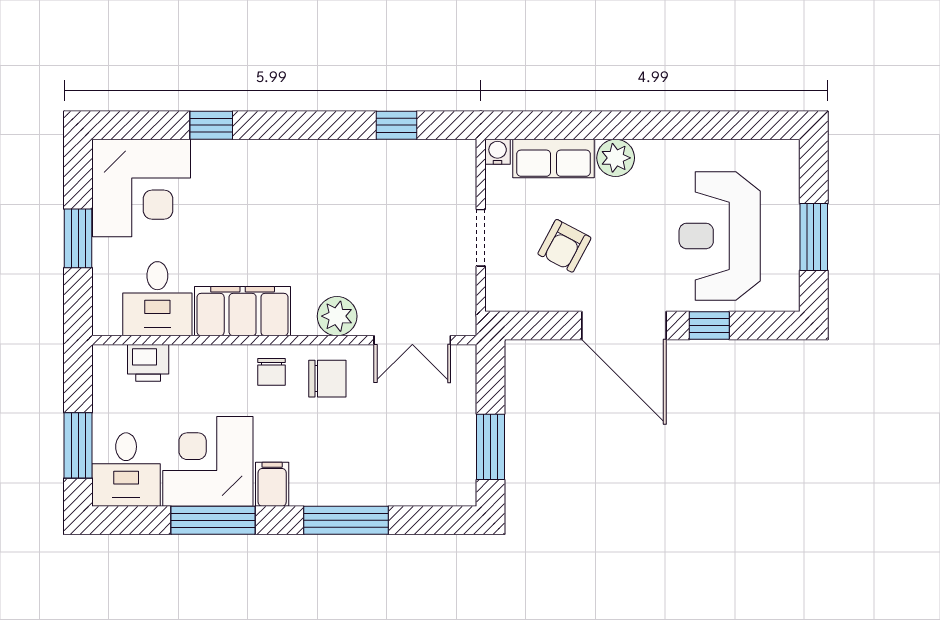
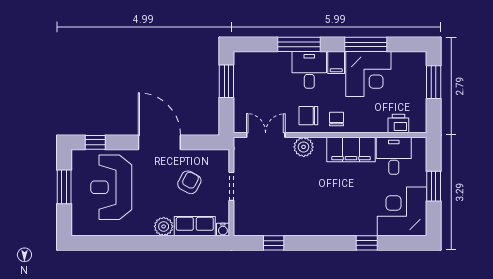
reception desk: (720, 236) -> (111, 187), turned 180
window: (709, 326) -> (95, 142), moved
desk: (126, 470) -> (309, 70), moved

